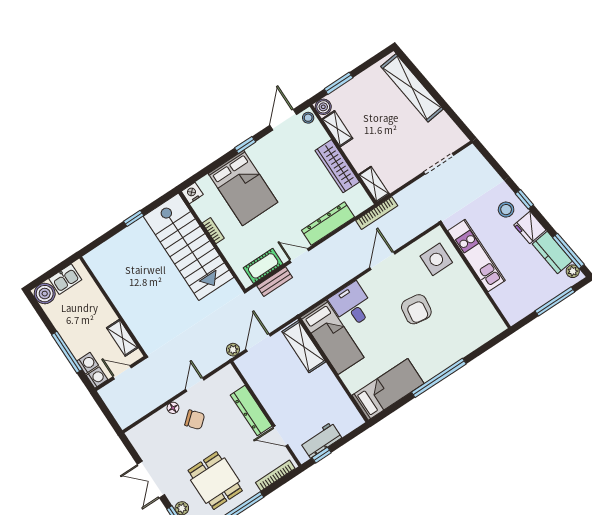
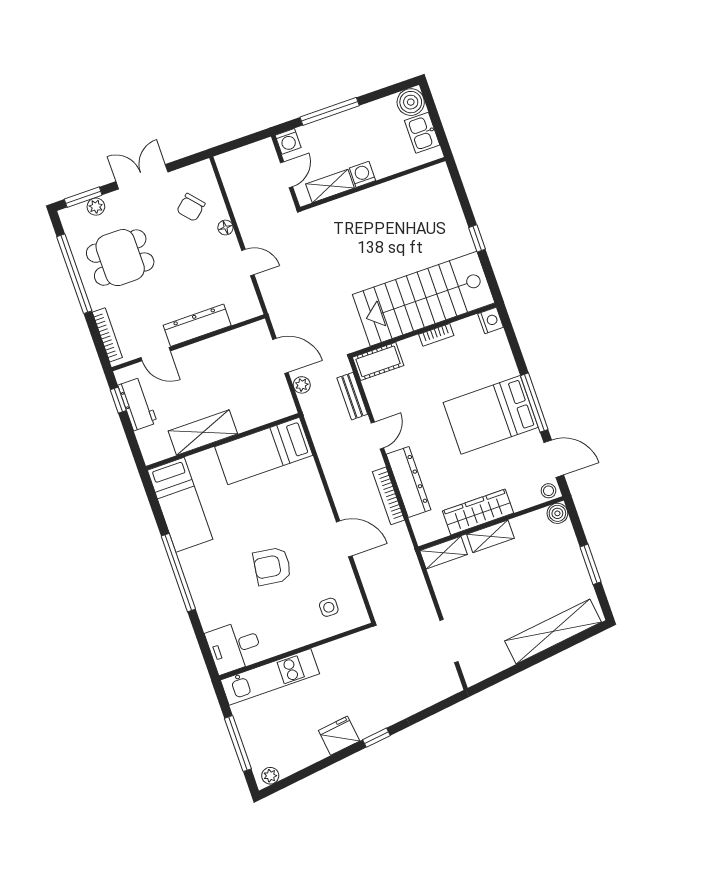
window: (339, 83) -> (591, 564), moved
shelving: (337, 129) -> (490, 536), moved
window: (245, 145) -> (534, 403), width x2.17
bed: (243, 188) -> (491, 415), moved
stool: (506, 210) -> (369, 711), removed
bookcase: (377, 213) -> (388, 496), moved
window: (568, 251) -> (297, 777), removed
kitchen counter: (552, 252) -> (300, 756), removed
kitchen unit: (476, 256) -> (270, 677), moved
side table: (436, 259) -> (329, 607), width x0.54, depth x0.54
cot: (263, 266) -> (378, 361), moved, turned 90
desk: (352, 305) -> (234, 647), moved, turned 180
shelving: (304, 347) -> (203, 432), moved
plant: (233, 350) -> (302, 385), moved
washing machine: (88, 363) -> (362, 174), moved, turned 180
chair: (195, 420) -> (191, 207), moved
door: (280, 436) -> (156, 354), swing flipped

